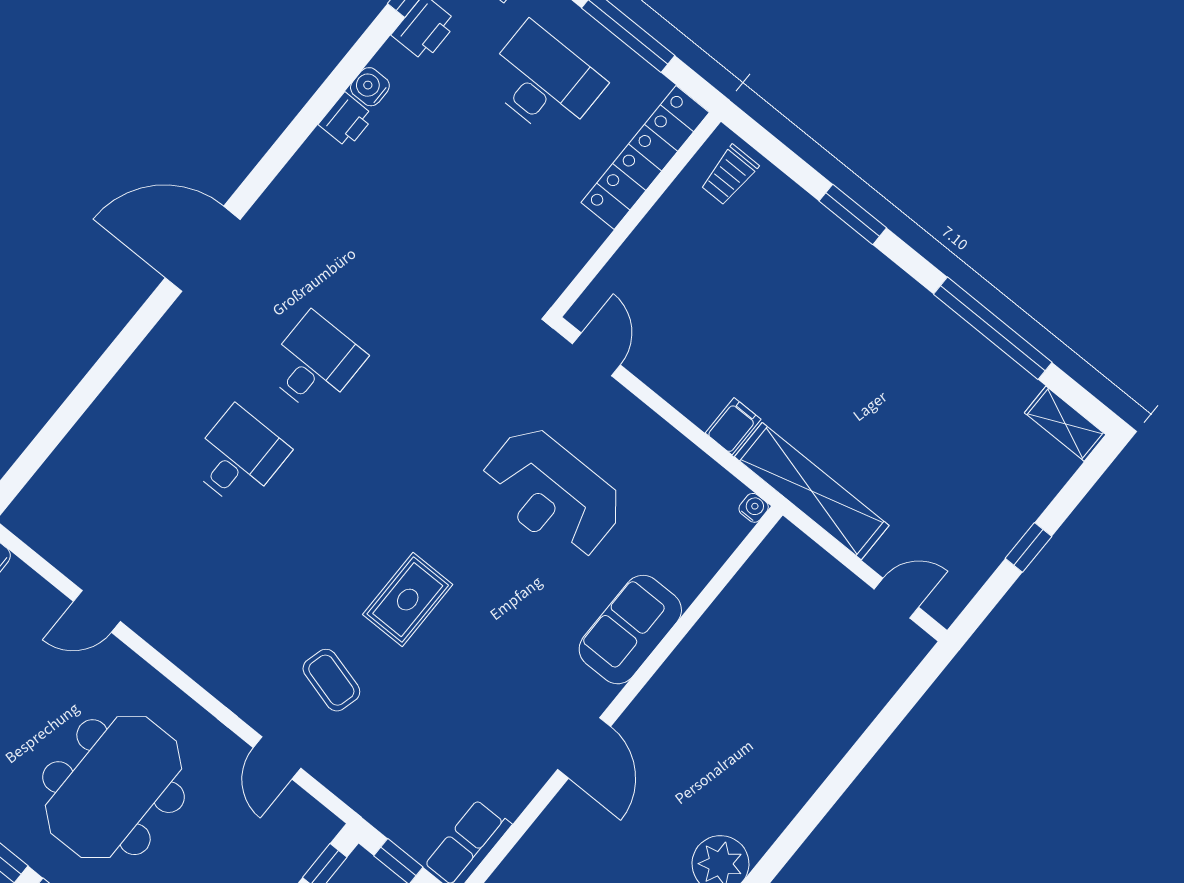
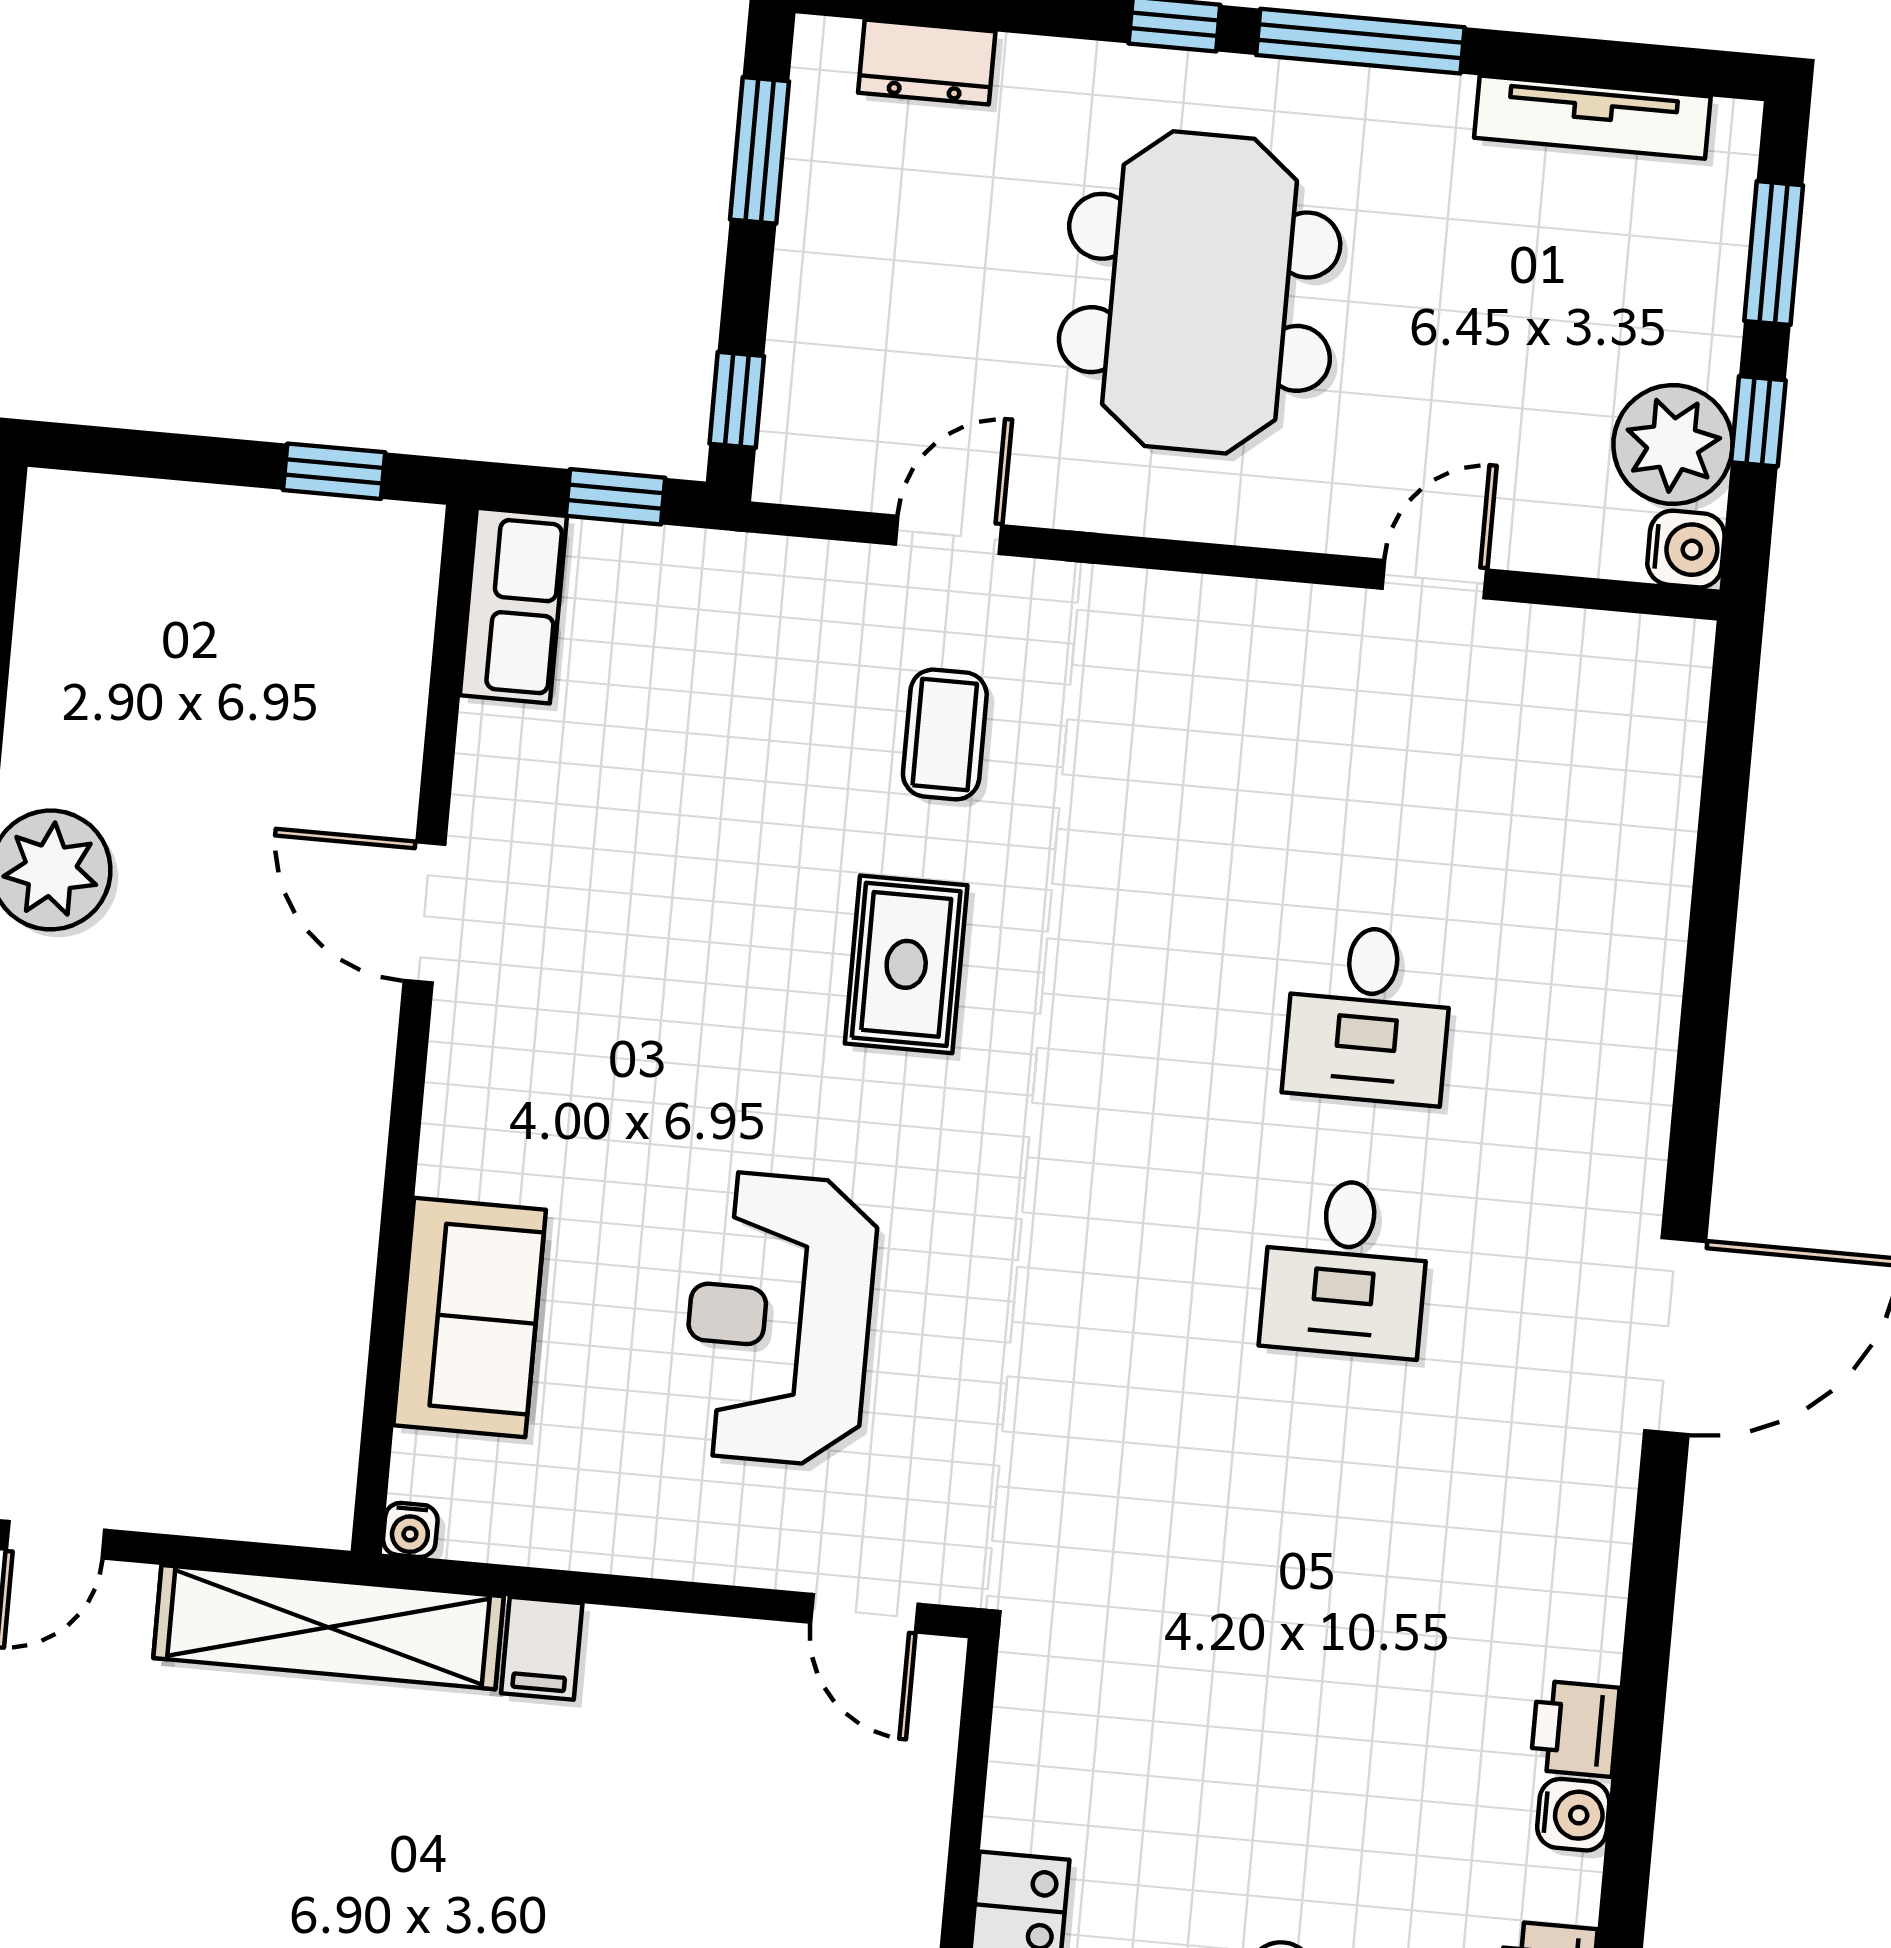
reception desk: (552, 493) -> (779, 1319), turned -90
sofa: (630, 630) -> (470, 1318), moved
coffee table: (331, 680) -> (945, 734), turned 75
door: (277, 758) -> (949, 535), hinge flipped

